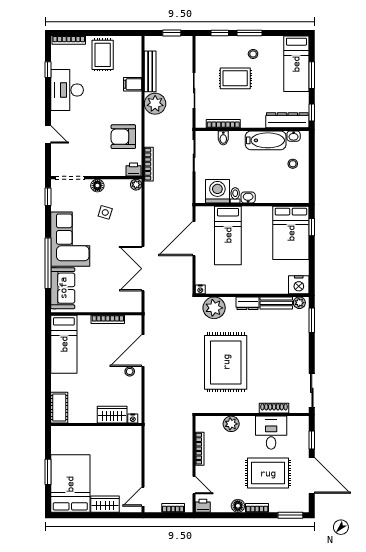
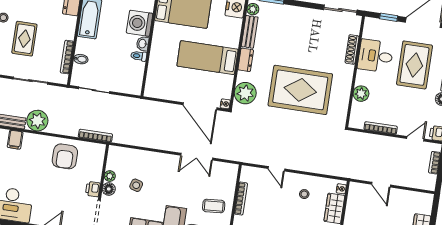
printer: (133, 170) -> (93, 189), moved
plant: (136, 185) -> (110, 176), moved
washing machine: (217, 191) -> (140, 23), moved
bed: (228, 235) -> (207, 58), moved, turned 180
door: (194, 239) -> (200, 106), moved
double door: (143, 269) -> (197, 157), width x0.73
coffee table: (96, 293) -> (214, 206), added
door: (143, 350) -> (276, 169), width x0.53
stool: (130, 371) -> (304, 194), moved
door: (143, 497) -> (381, 185), moved

